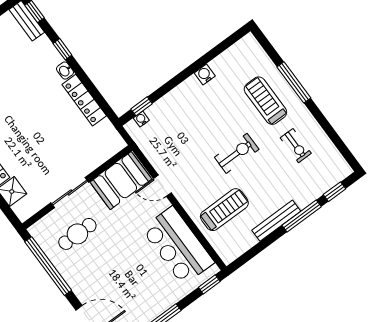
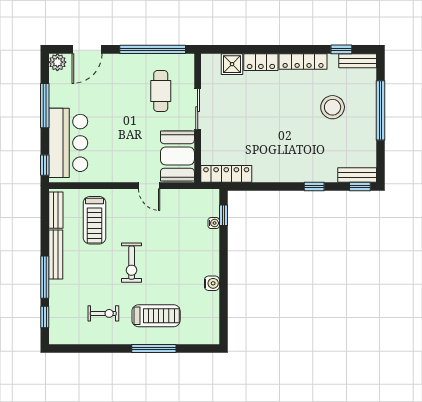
washbasin: (65, 71) -> (296, 176), removed
locker: (84, 100) -> (226, 174), moved
water cooler: (141, 119) -> (214, 223), moved
exercise bike: (296, 146) -> (103, 313), turned 180
door: (162, 186) -> (149, 186), swing flipped
bar counter: (178, 246) -> (68, 143), moved, turned 90
bench: (240, 248) -> (56, 210), added

